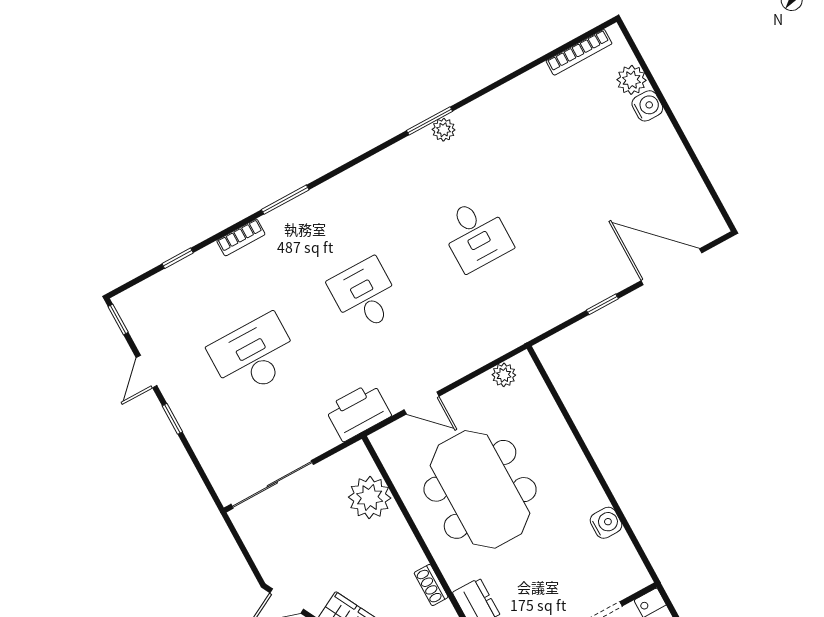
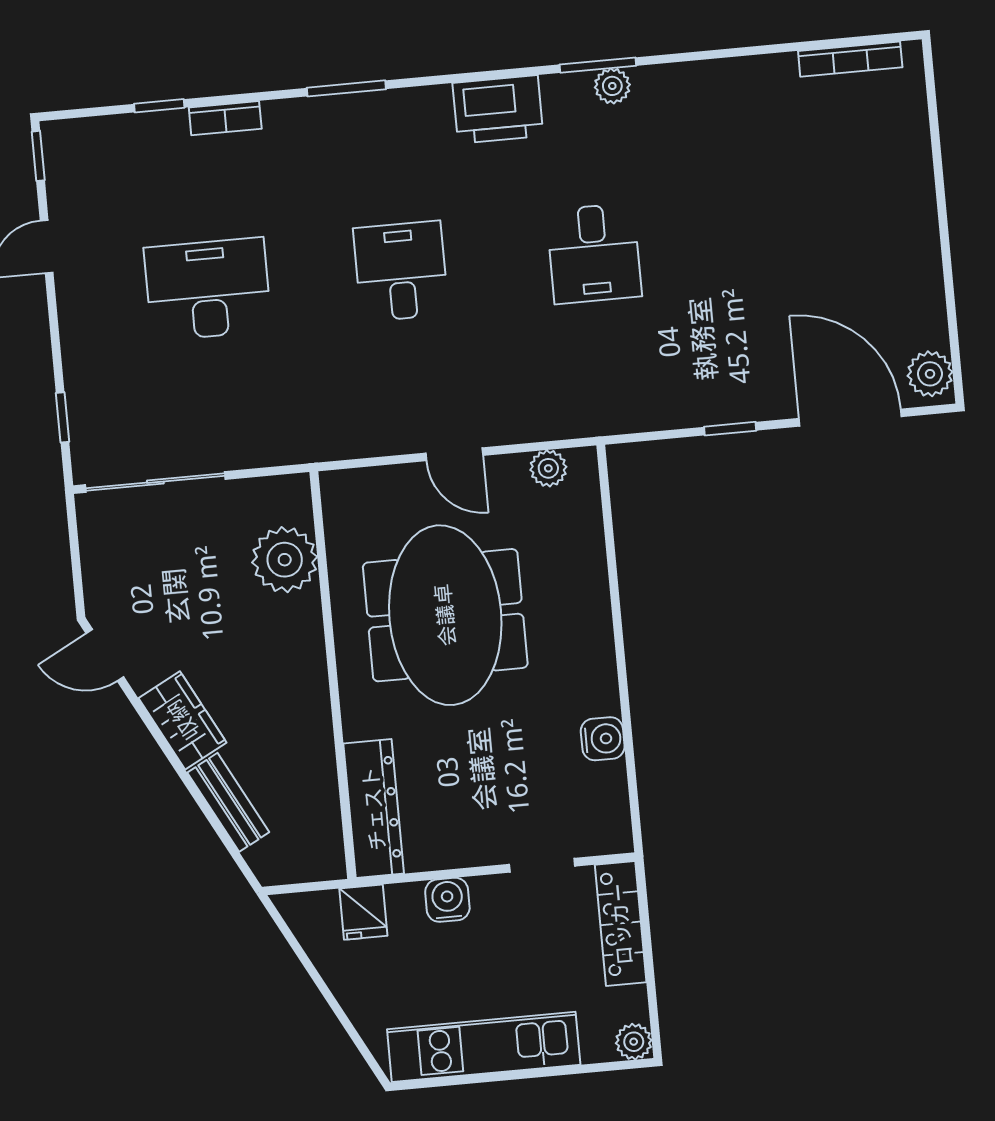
plant: (631, 80) -> (930, 374), moved
water cooler: (647, 106) -> (914, 176), removed
bookcase: (241, 237) -> (225, 118), moved
door: (422, 403) -> (454, 454), moved
printer: (358, 412) -> (498, 110), moved, turned 180
window: (172, 419) -> (62, 417), moved
shoe rack: (431, 585) -> (318, 720), removed

